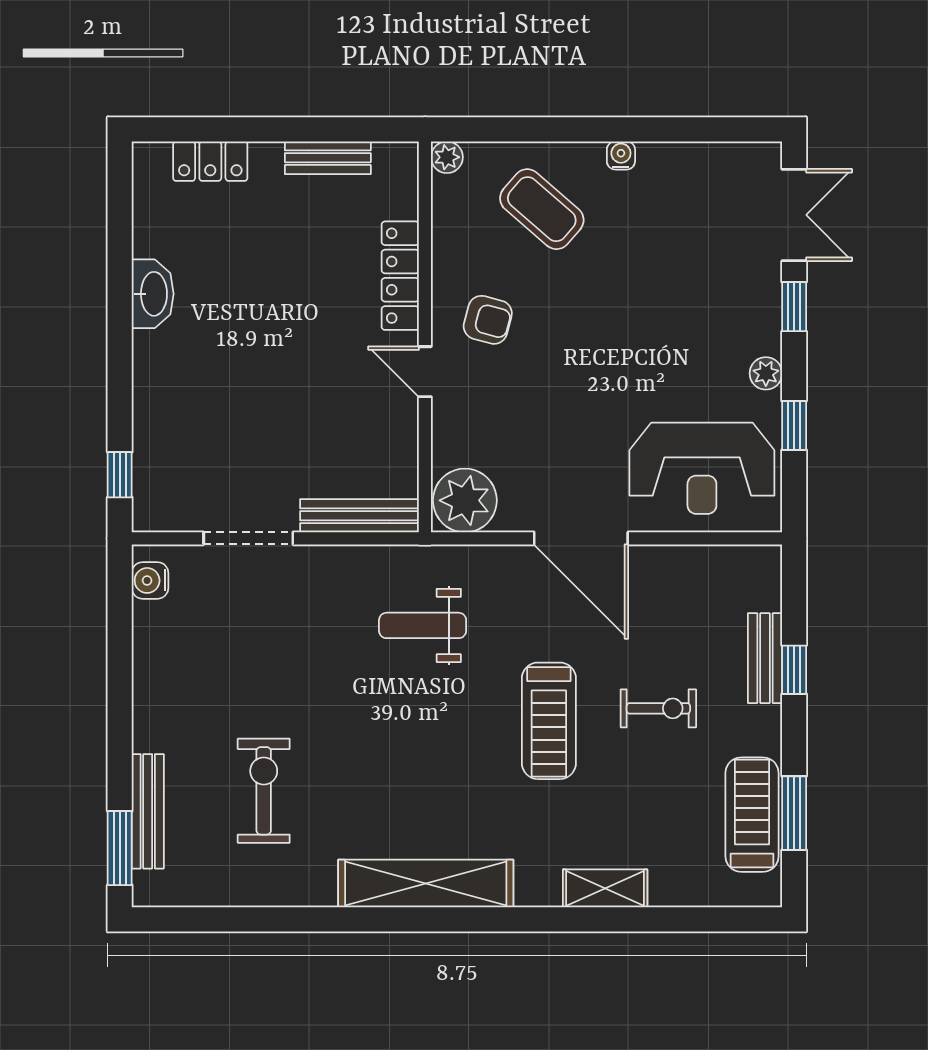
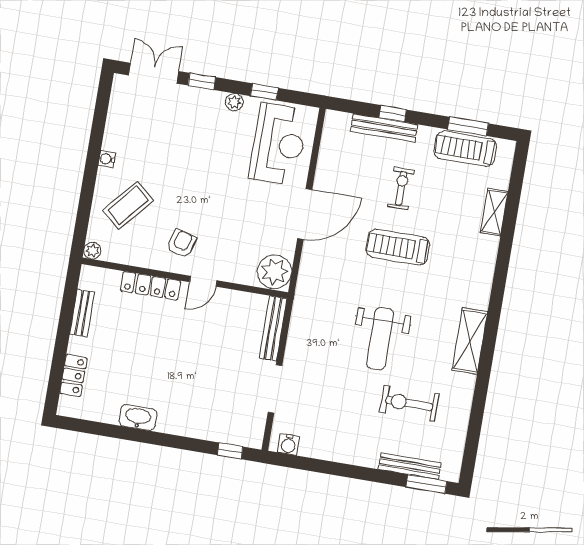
weight bench: (423, 625) -> (380, 339), moved, width x1.36, depth x1.33
bench: (765, 658) -> (384, 128), width x1.36
treadmill: (549, 721) -> (398, 247), turned 180
shelving: (426, 884) -> (470, 341), width x0.68
shelving: (605, 888) -> (494, 212), moved

